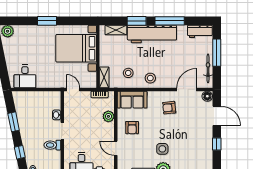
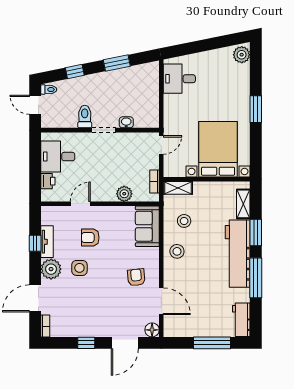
bicycle: (208, 68) -> (190, 331), removed
armchair: (132, 128) -> (90, 238), moved

